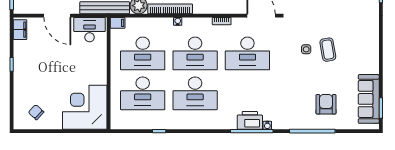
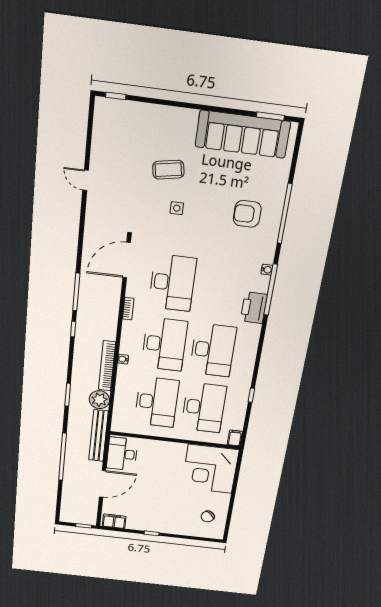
filing cabinet: (118, 23) -> (235, 438), moved
coffee table: (328, 50) -> (168, 170), moved
sofa: (369, 99) -> (243, 134), width x1.36, depth x1.27
armchair: (326, 104) -> (247, 214), moved
printer: (250, 120) -> (254, 308), moved

